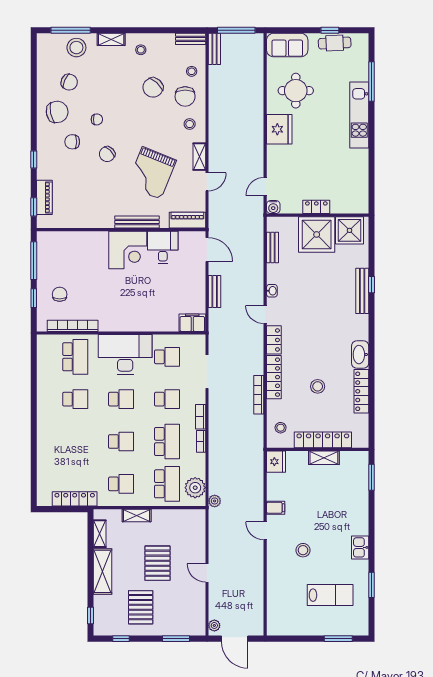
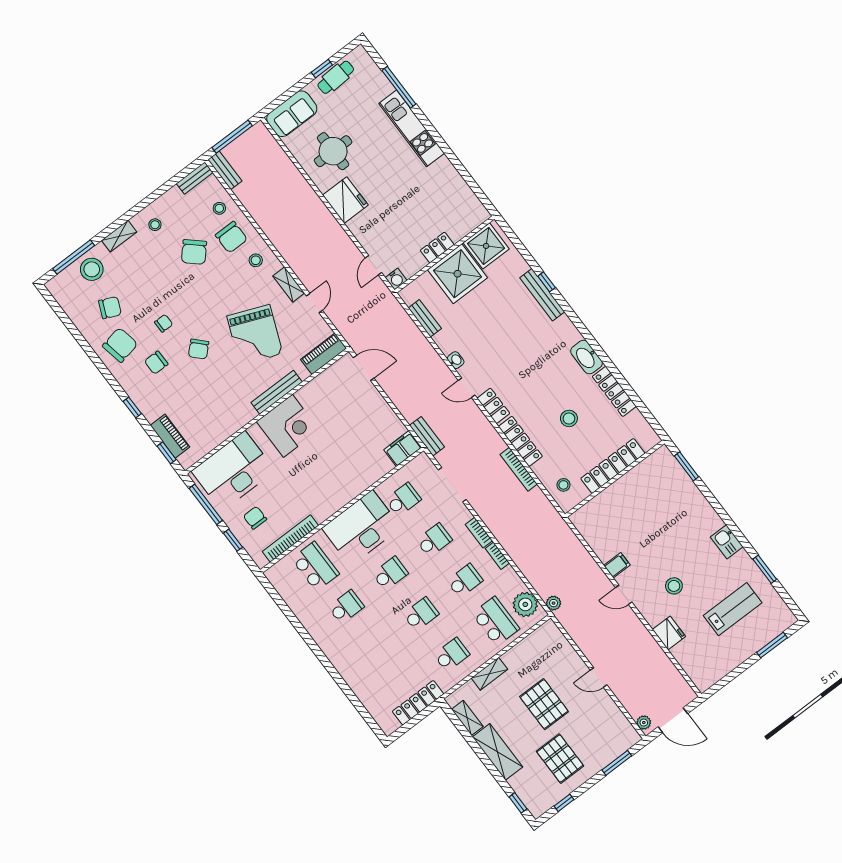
desk: (163, 247) -> (233, 471), moved, width x1.87, depth x1.30
bench: (215, 291) -> (427, 436), moved
school desk: (167, 441) -> (465, 581), width x0.54
shelving: (324, 458) -> (627, 482), removed
fridge: (276, 462) -> (669, 633), moved

